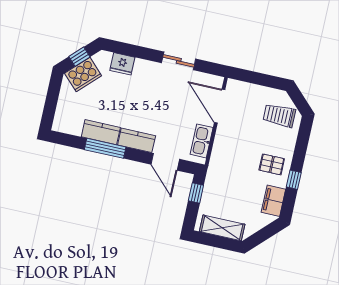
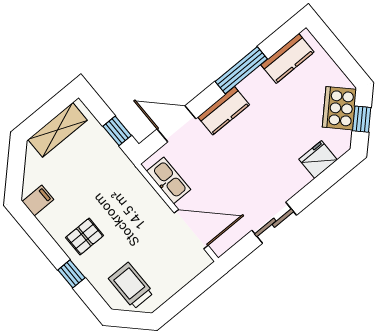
trolley: (279, 115) -> (131, 286), turned -90
kitchen counter: (101, 132) -> (287, 58), moved
window: (294, 180) -> (71, 274), moved
filing cabinet: (273, 201) -> (38, 201), width x0.50

